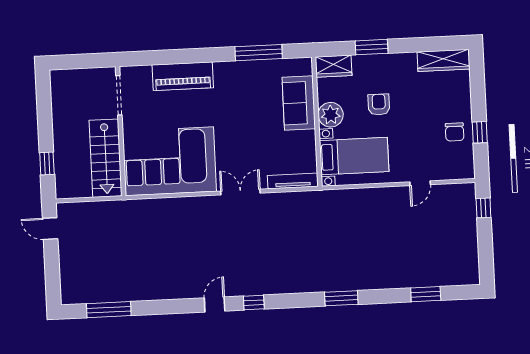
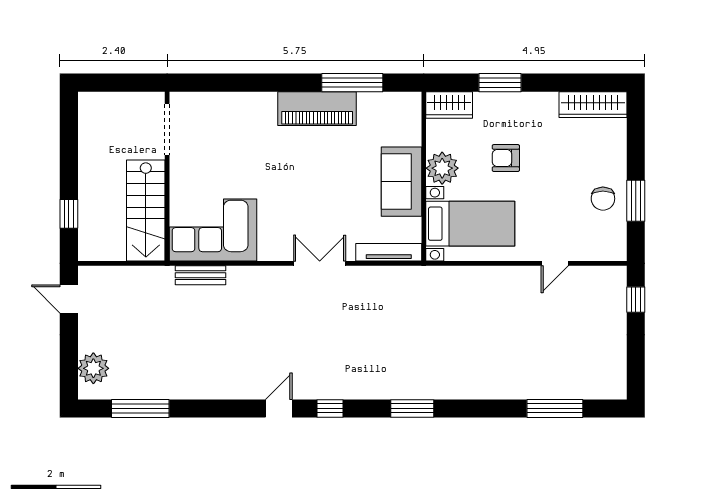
piano: (183, 76) -> (317, 109), moved
sofa: (299, 103) -> (401, 182), moved
armchair: (379, 105) -> (506, 158), turned -90
window: (480, 132) -> (636, 201), width x1.50
corner sofa: (169, 161) -> (213, 230), width x0.73, depth x0.74
bench: (150, 206) -> (200, 275), added
plant: (71, 281) -> (93, 368), added
window: (426, 294) -> (555, 408), width x1.44
window: (341, 298) -> (412, 408), moved

